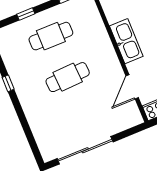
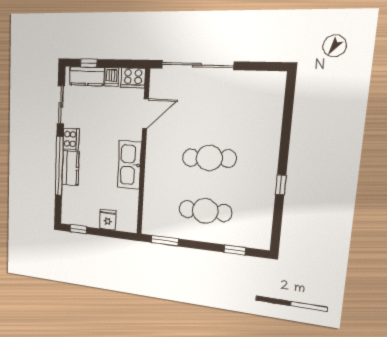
window: (26, 14) -> (235, 250), moved
sliding door: (85, 150) -> (197, 65), moved

